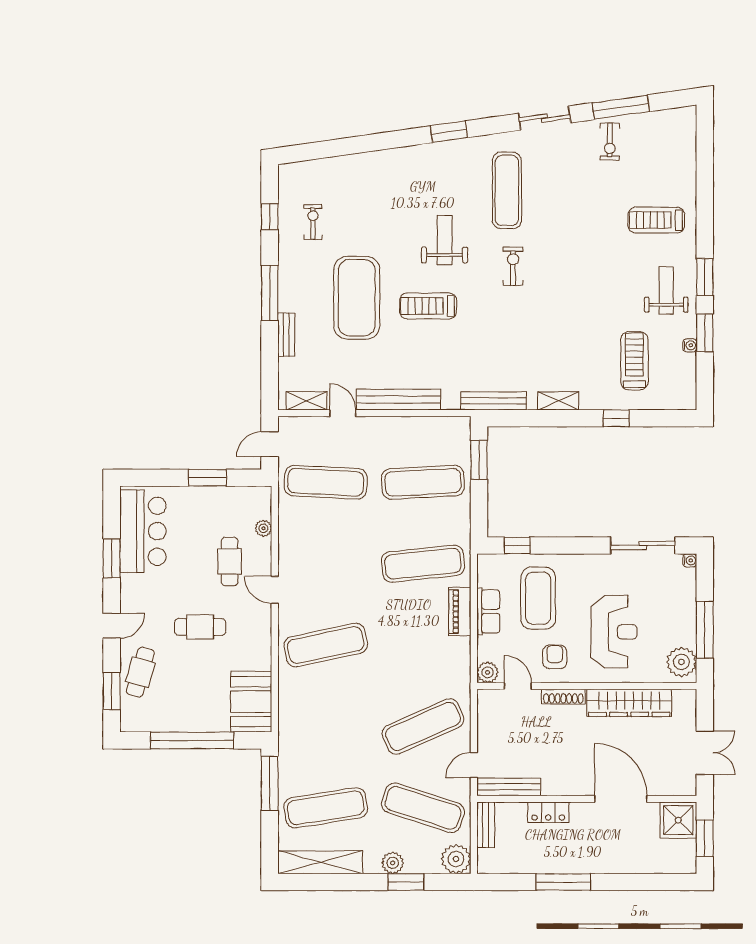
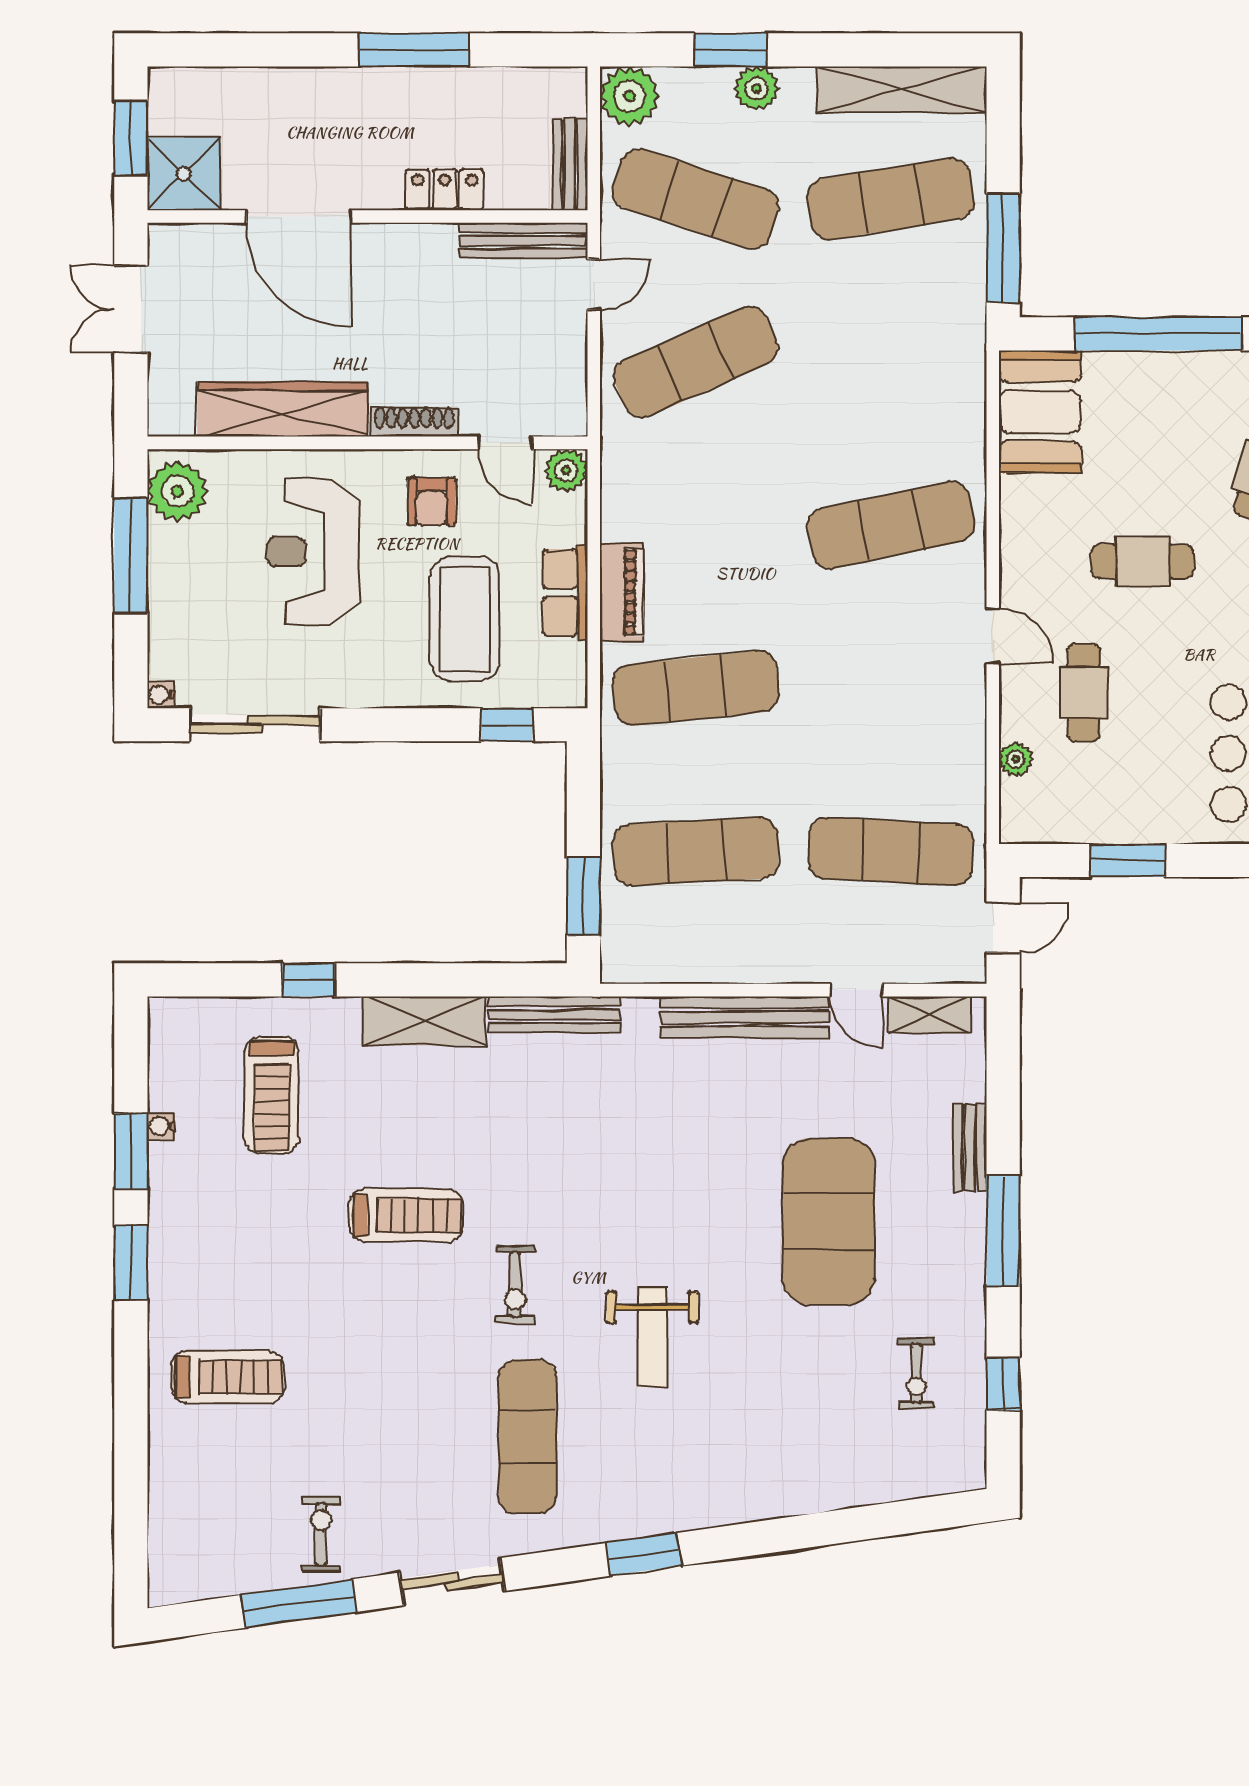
weight bench: (666, 290) -> (208, 1236), removed
treadmill: (428, 306) -> (406, 1215), moved
shelving: (558, 401) -> (424, 1021), width x1.50, depth x1.33

